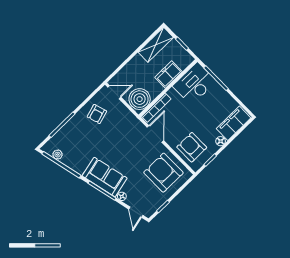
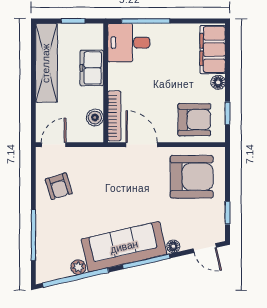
shelving: (156, 45) -> (46, 63), width x1.47
desk: (194, 84) -> (129, 43), width x0.73
boiler: (140, 99) -> (95, 118), width x0.54, depth x0.54
armchair: (192, 147) -> (194, 120), turned 180
plant: (58, 155) -> (78, 267), moved
armchair: (163, 173) -> (192, 177), turned 180
sofa: (105, 177) -> (124, 247), width x1.36

